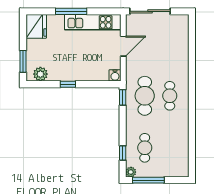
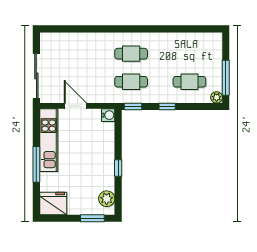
cafe table: (145, 96) -> (131, 82), width x0.73, depth x0.74
window: (123, 153) -> (167, 107), moved

